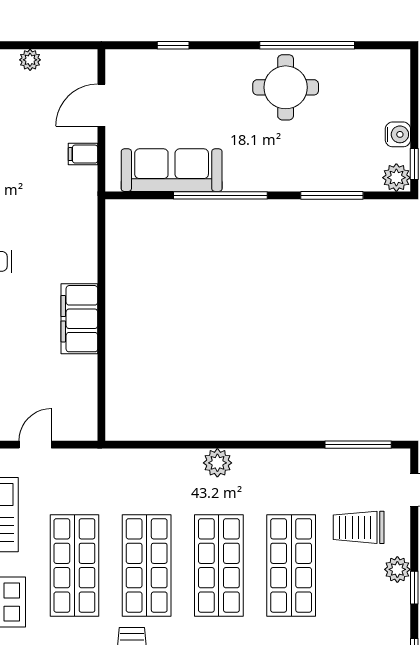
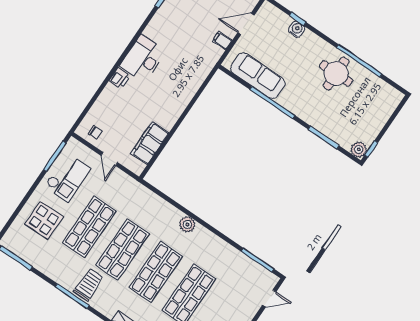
water cooler: (398, 134) -> (297, 29), moved, turned -90
filing cabinet: (79, 319) -> (150, 143), moved
door: (35, 445) -> (109, 159), swing flipped
trolley: (359, 527) -> (232, 298), removed

